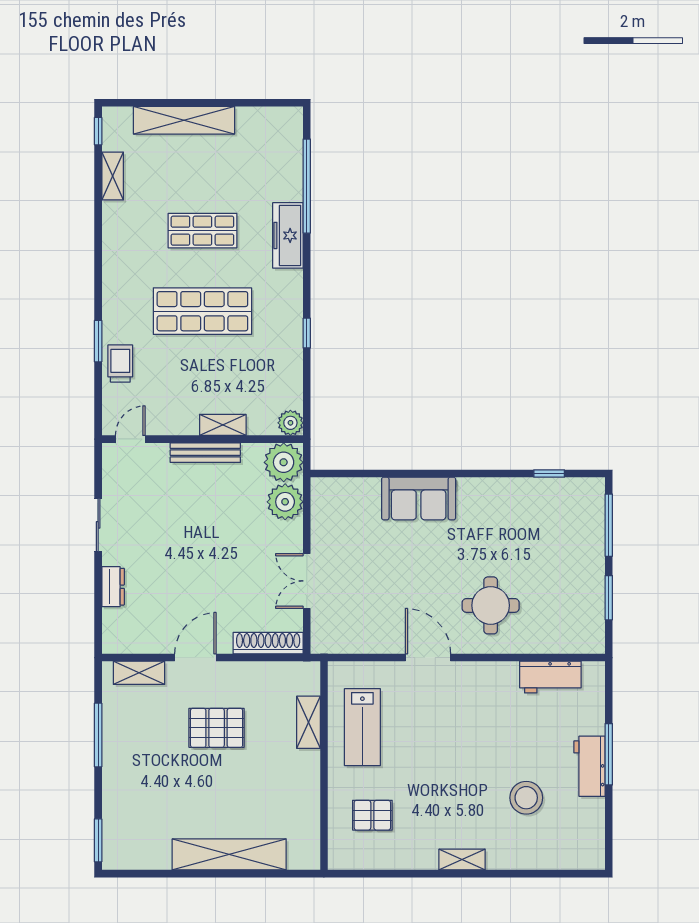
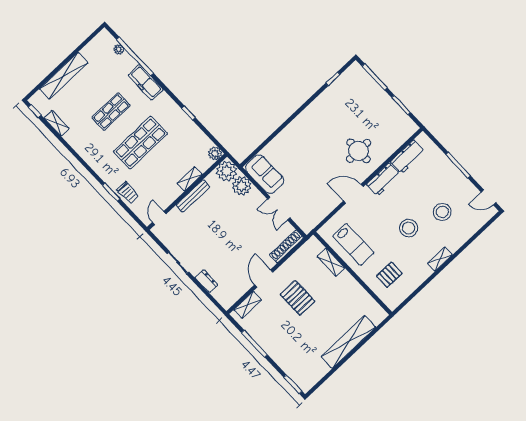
plant: (293, 156) -> (119, 49), added
trolley: (120, 364) -> (128, 193), turned 180
sofa: (419, 499) -> (265, 174), moved, turned -90
pallet: (217, 728) -> (298, 298), turned 90
workbench: (590, 766) -> (383, 179), moved, turned -90
stool: (459, 776) -> (409, 228), added
door: (609, 838) -> (489, 197), added

